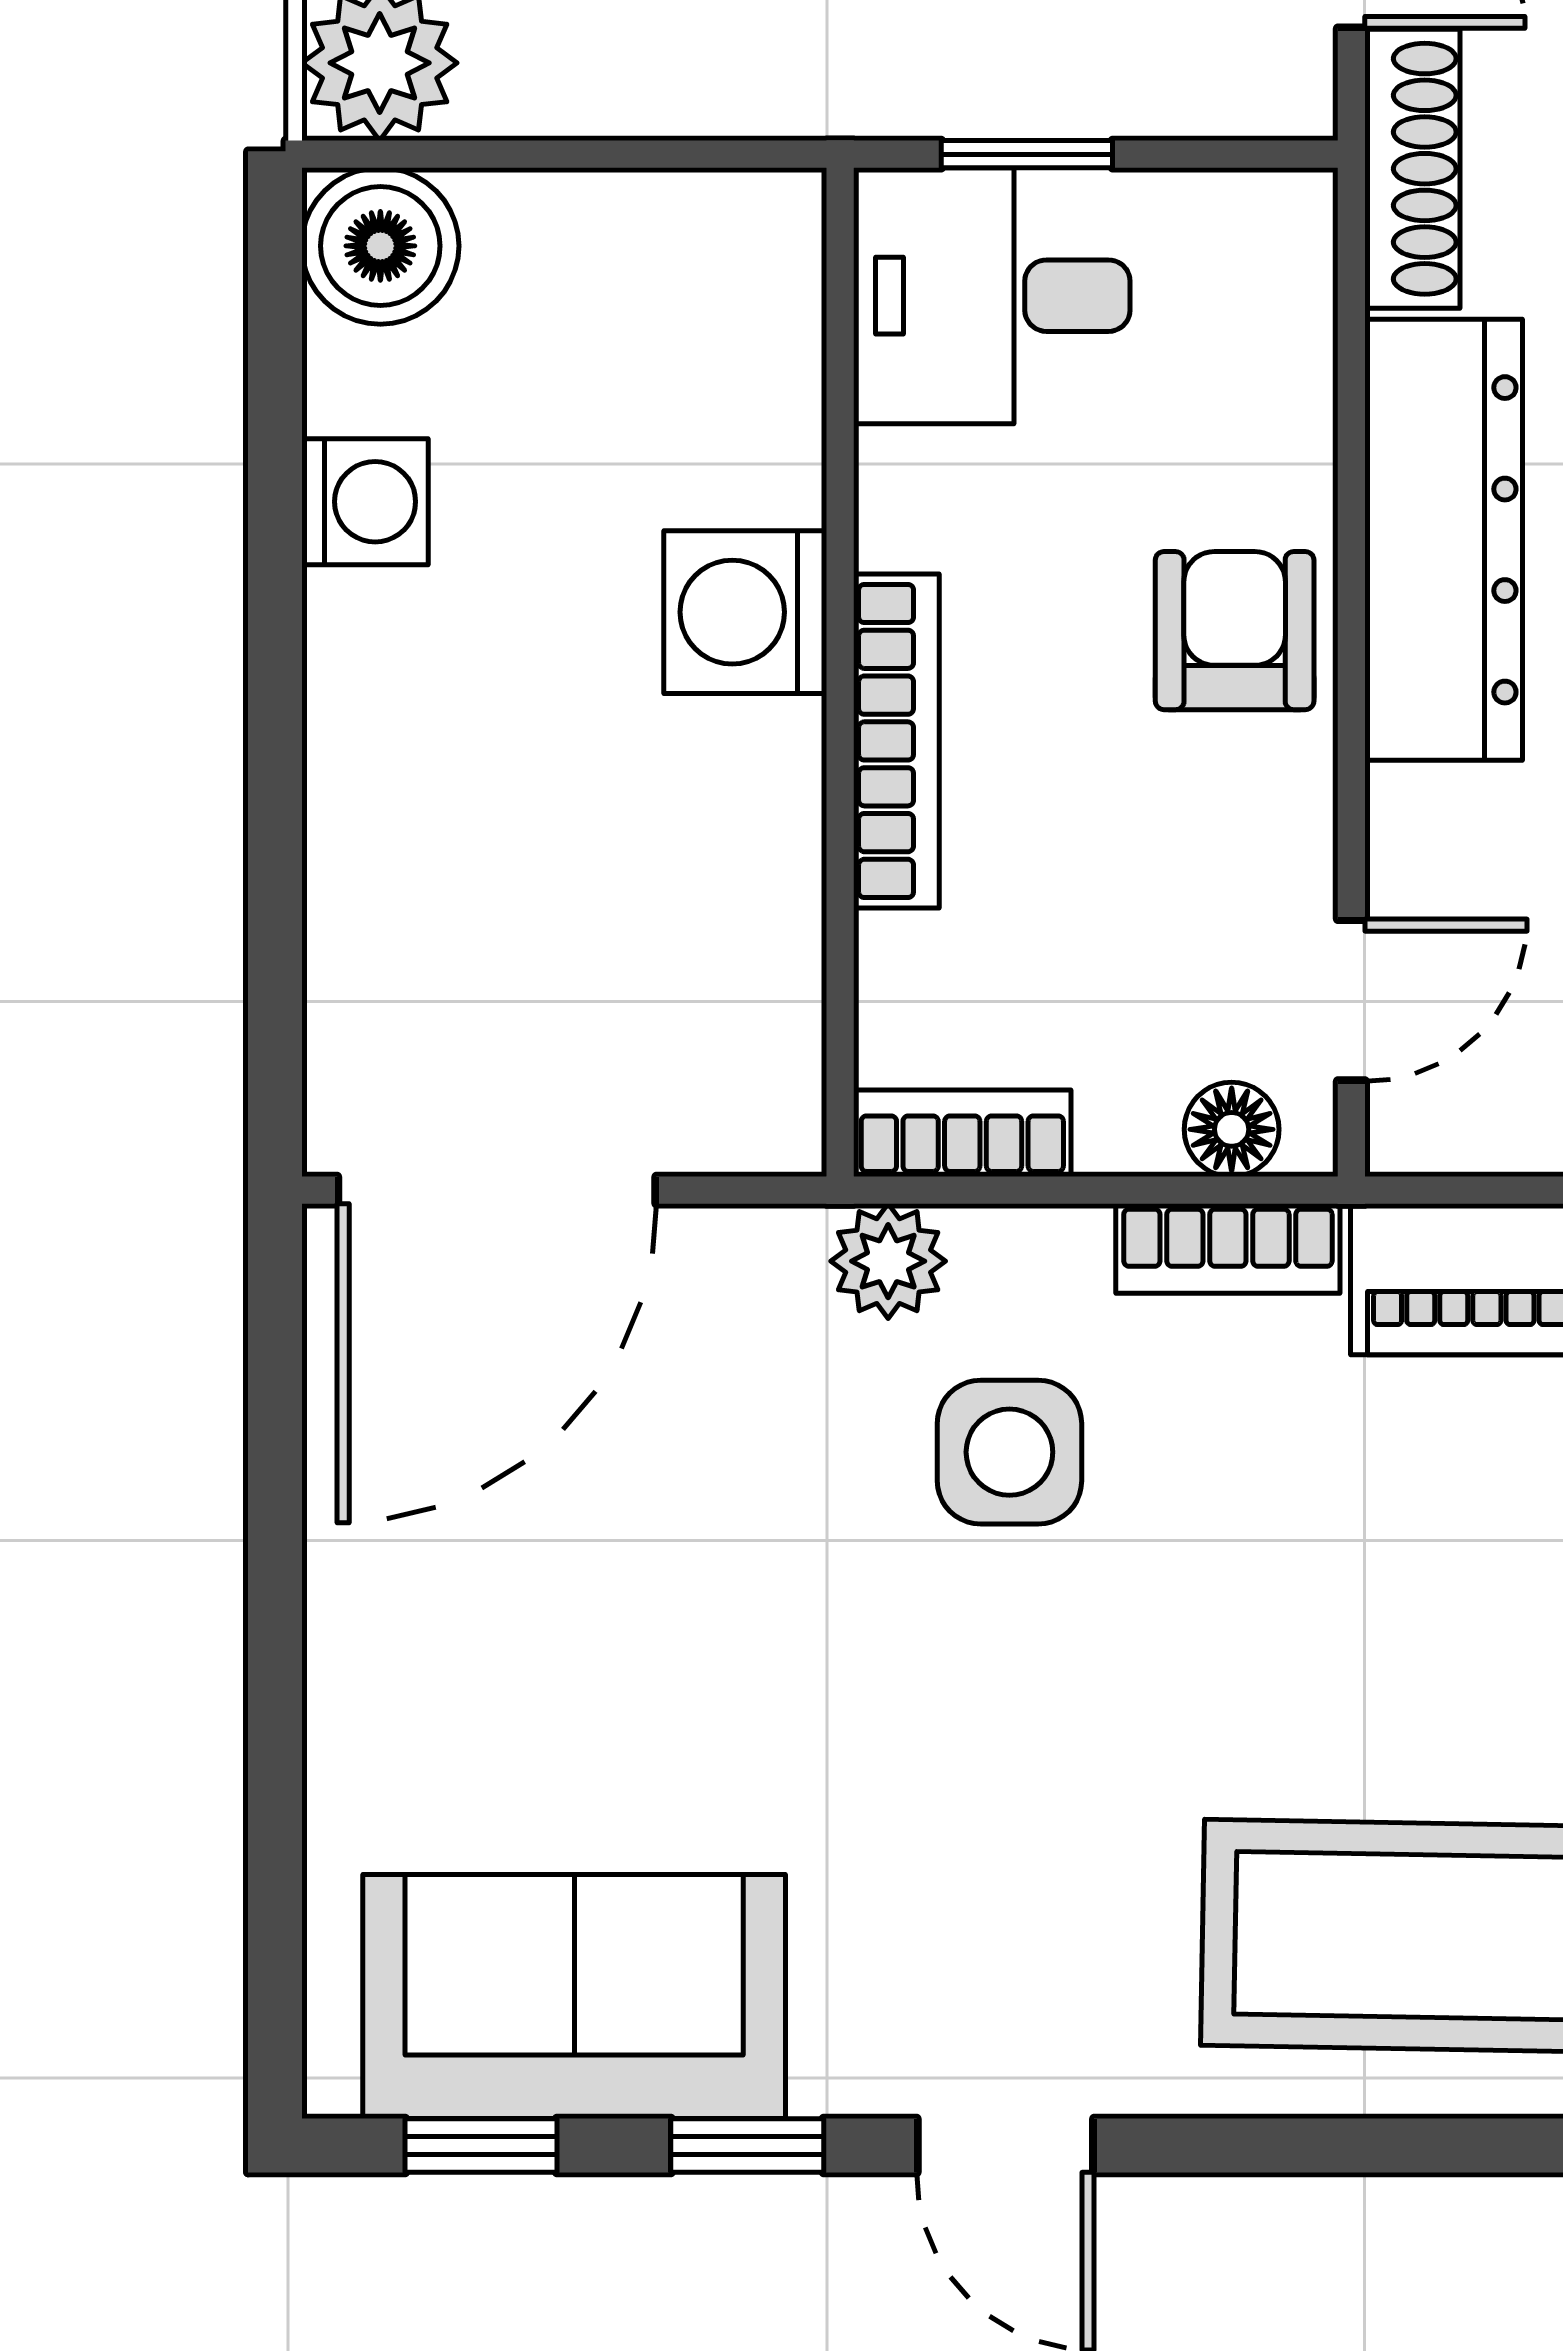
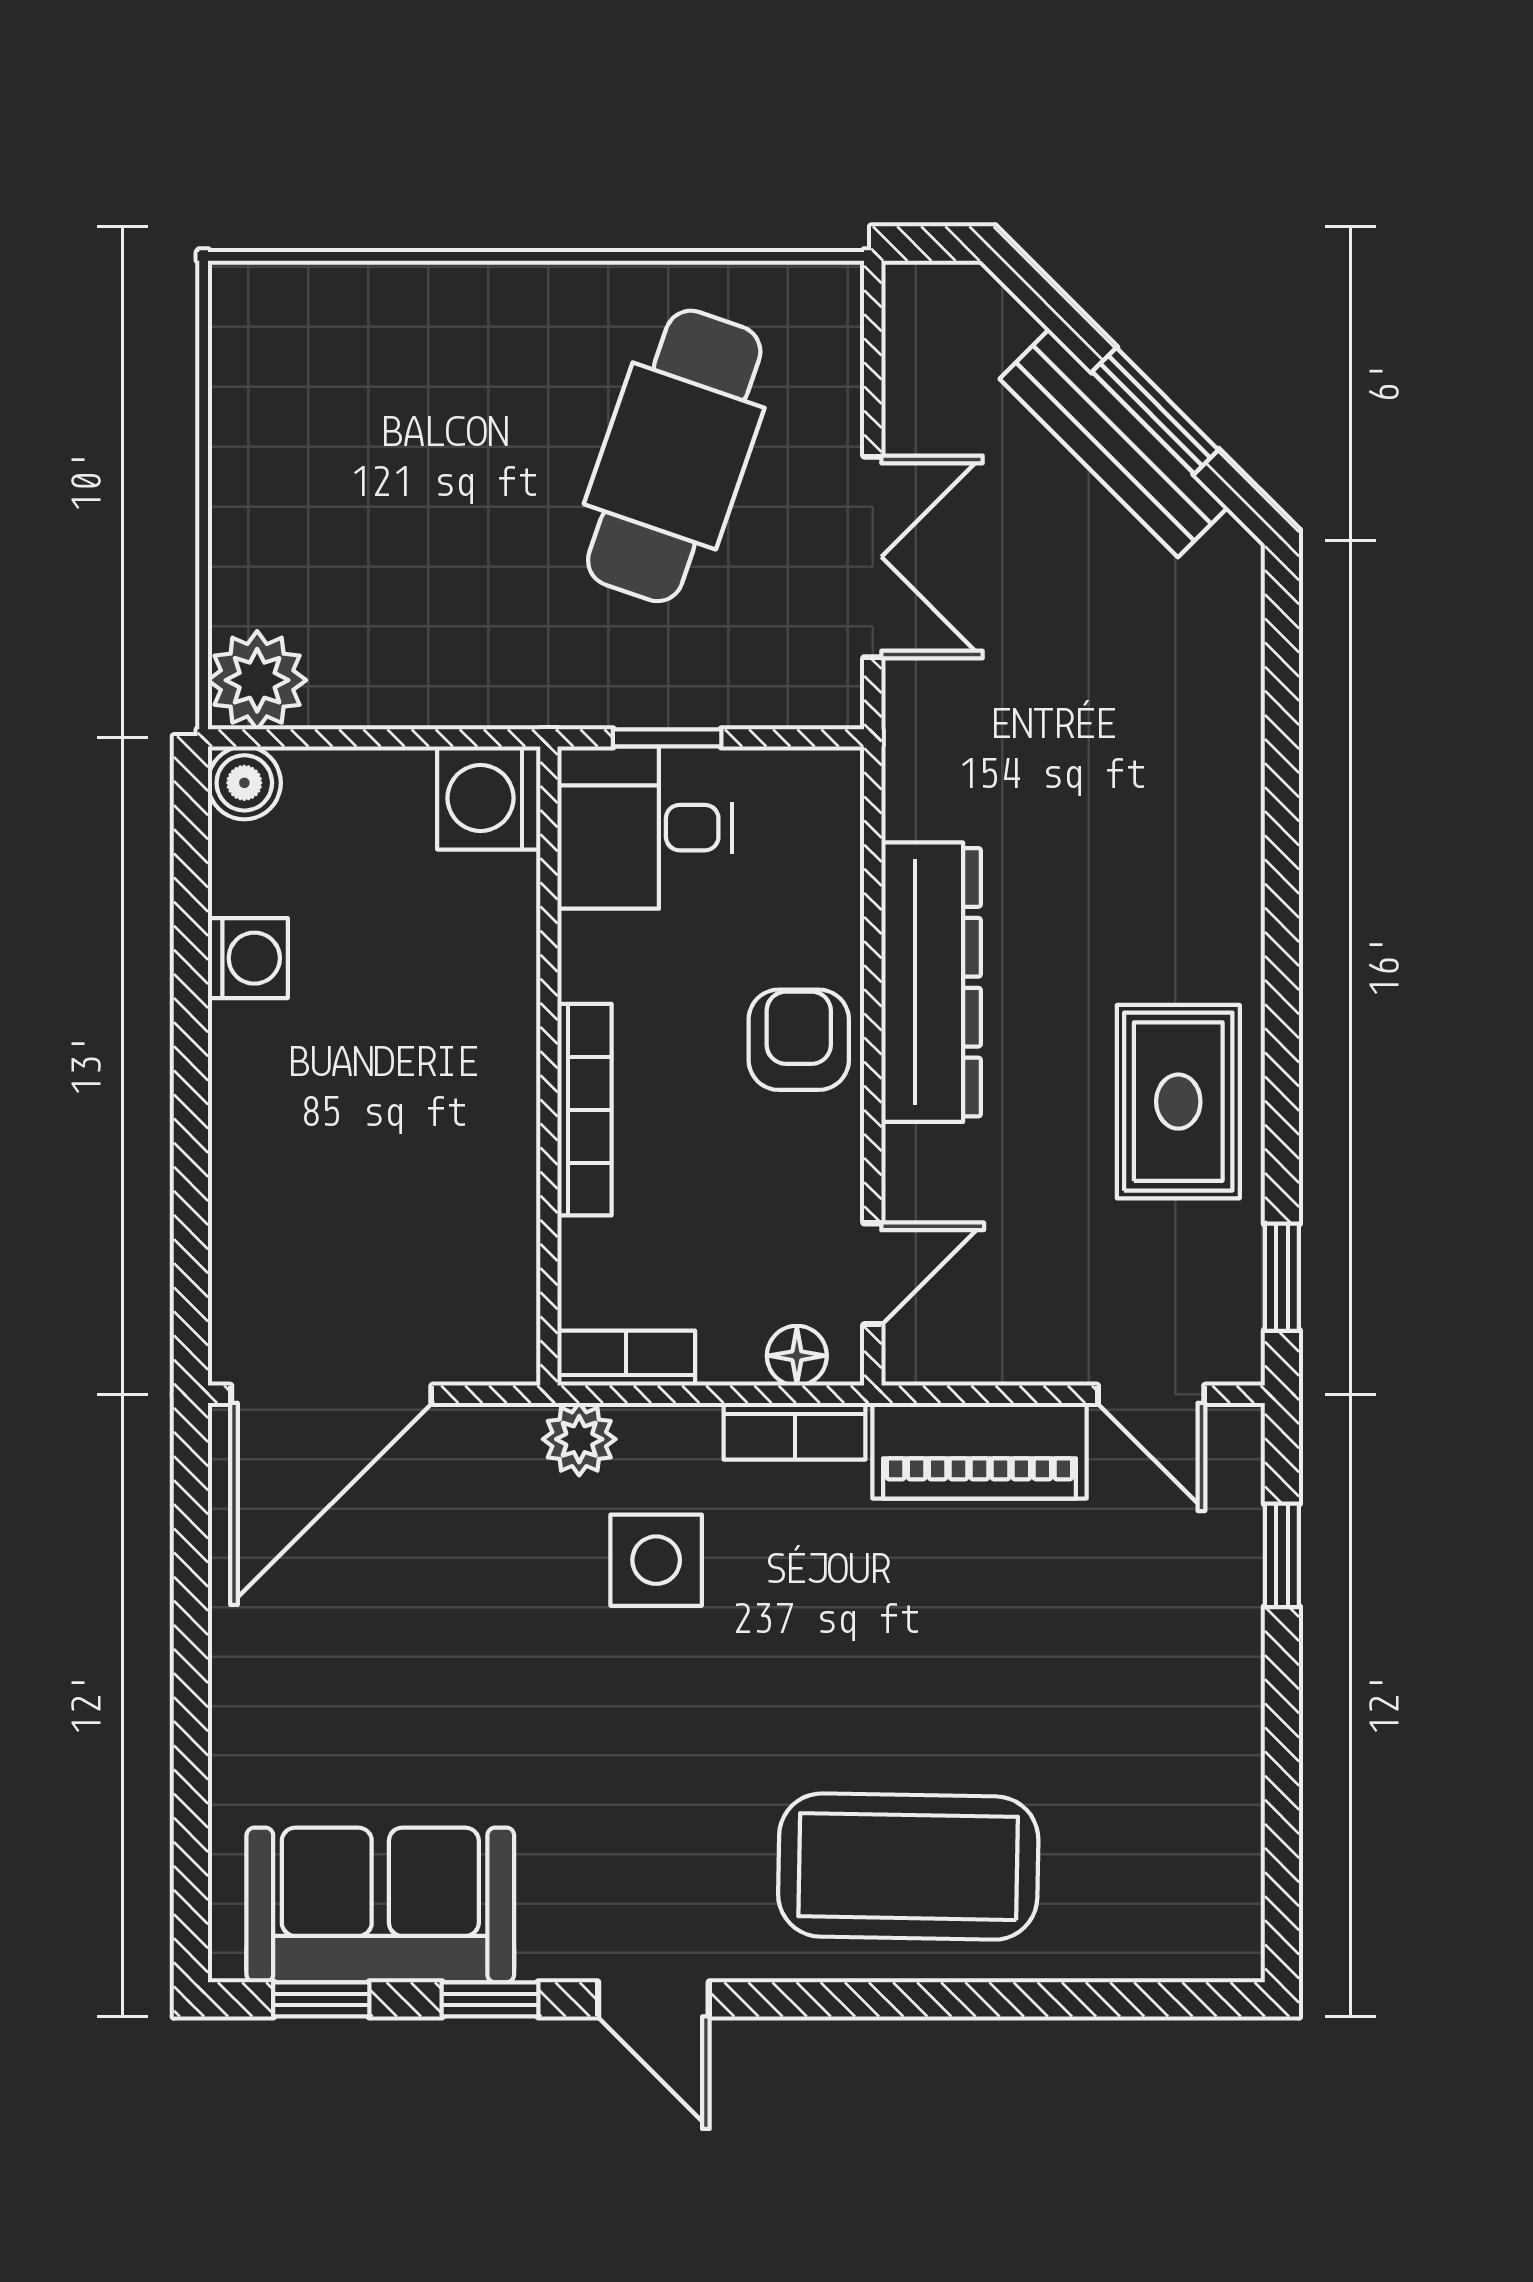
shoe rack: (1412, 169) -> (911, 747), removed
boiler: (380, 246) -> (244, 783), width x0.73, depth x0.73
washing machine: (745, 612) -> (489, 798), moved

